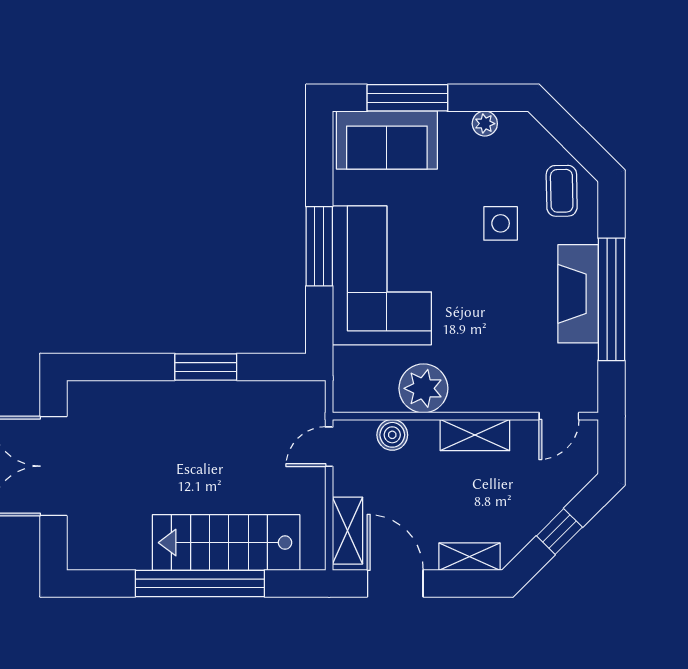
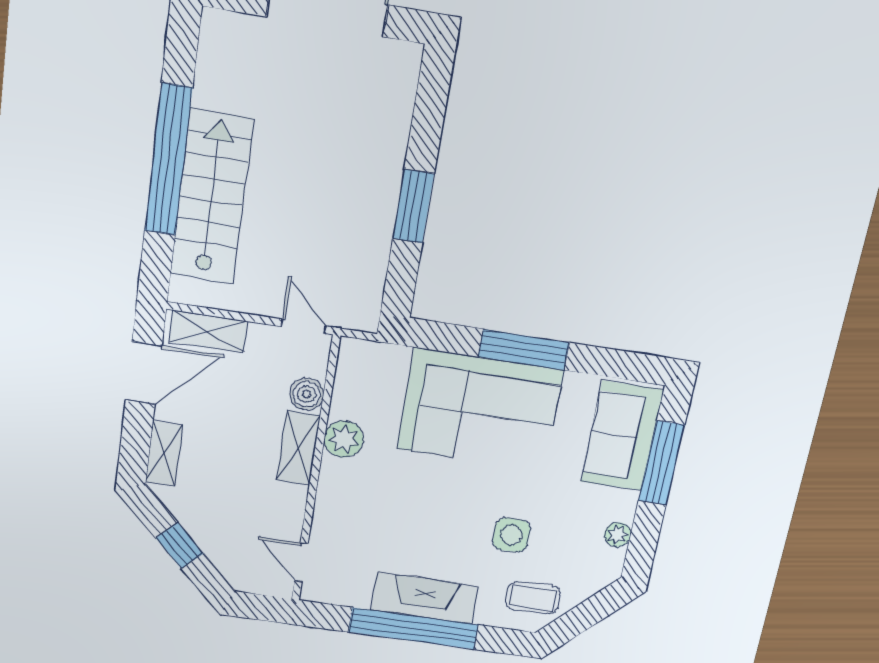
plant: (423, 388) -> (344, 439), width x0.73, depth x0.73
shelving: (475, 435) -> (298, 448), moved

